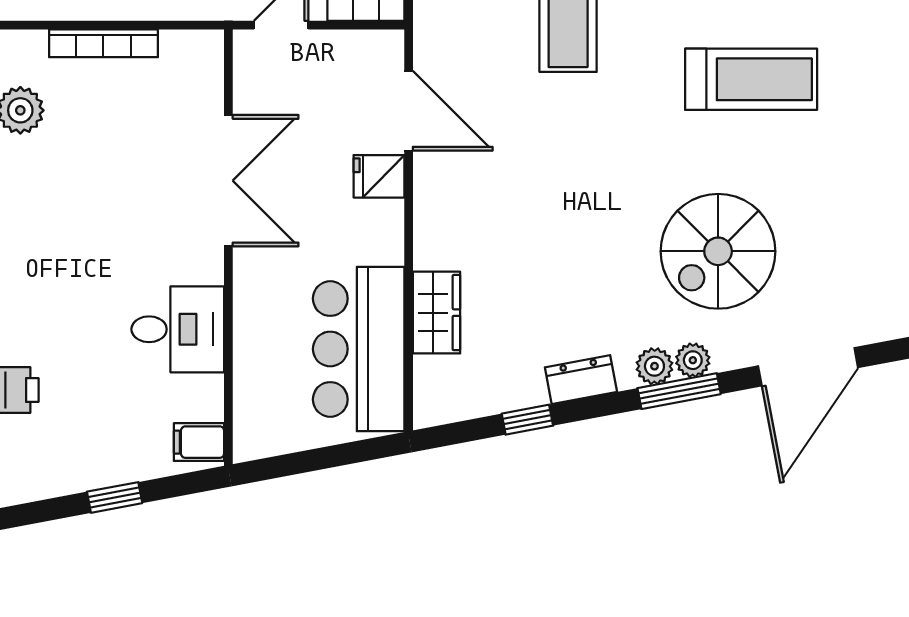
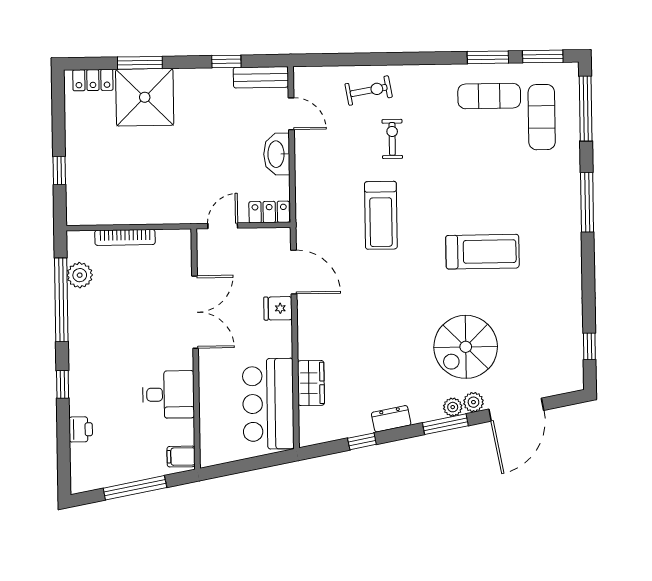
plant: (654, 366) -> (473, 402), moved
window: (115, 497) -> (135, 488), width x2.17

